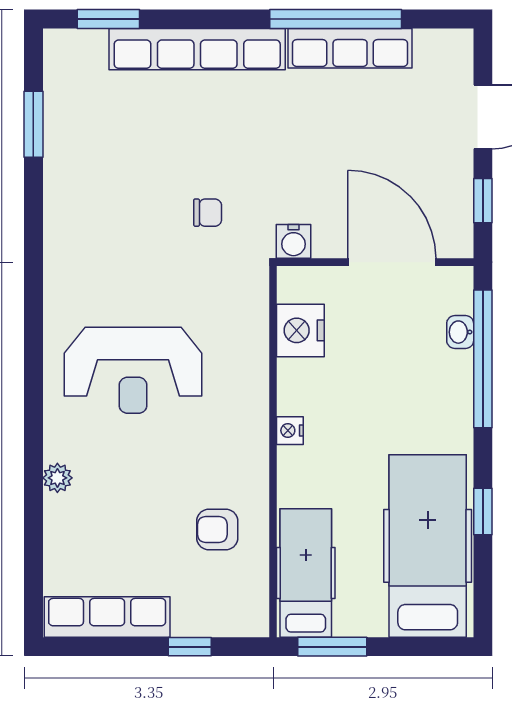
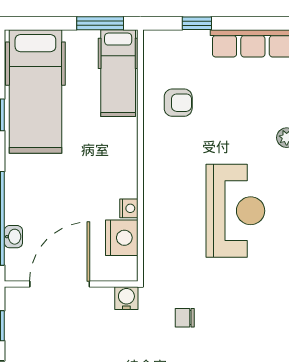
door: (392, 262) -> (60, 284), swing flipped
reception desk: (133, 370) -> (235, 211), turned 90
nightstand: (290, 431) -> (129, 208), moved

